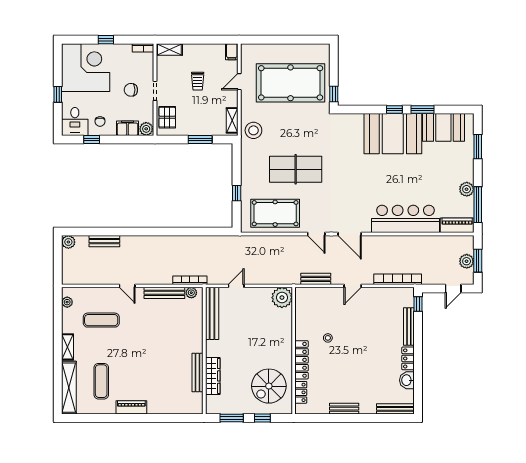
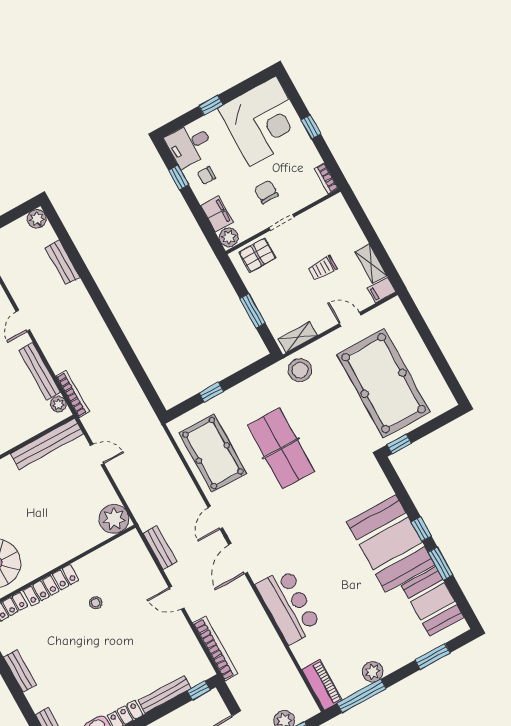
shelving: (169, 49) -> (371, 264), moved
bar counter: (405, 219) -> (288, 606), width x0.73

